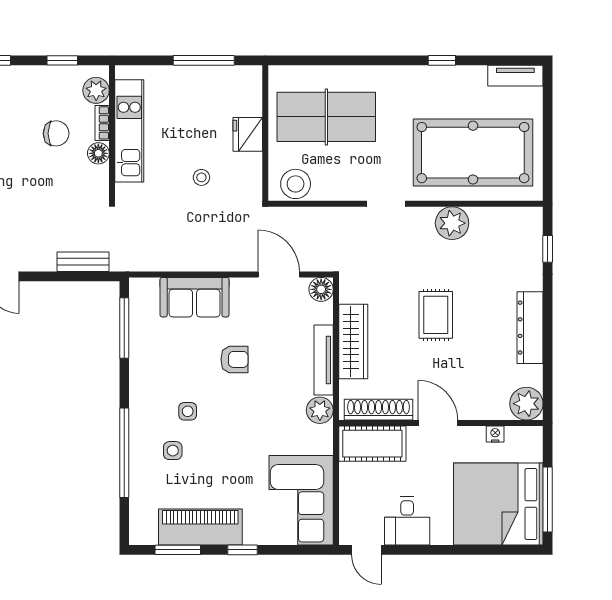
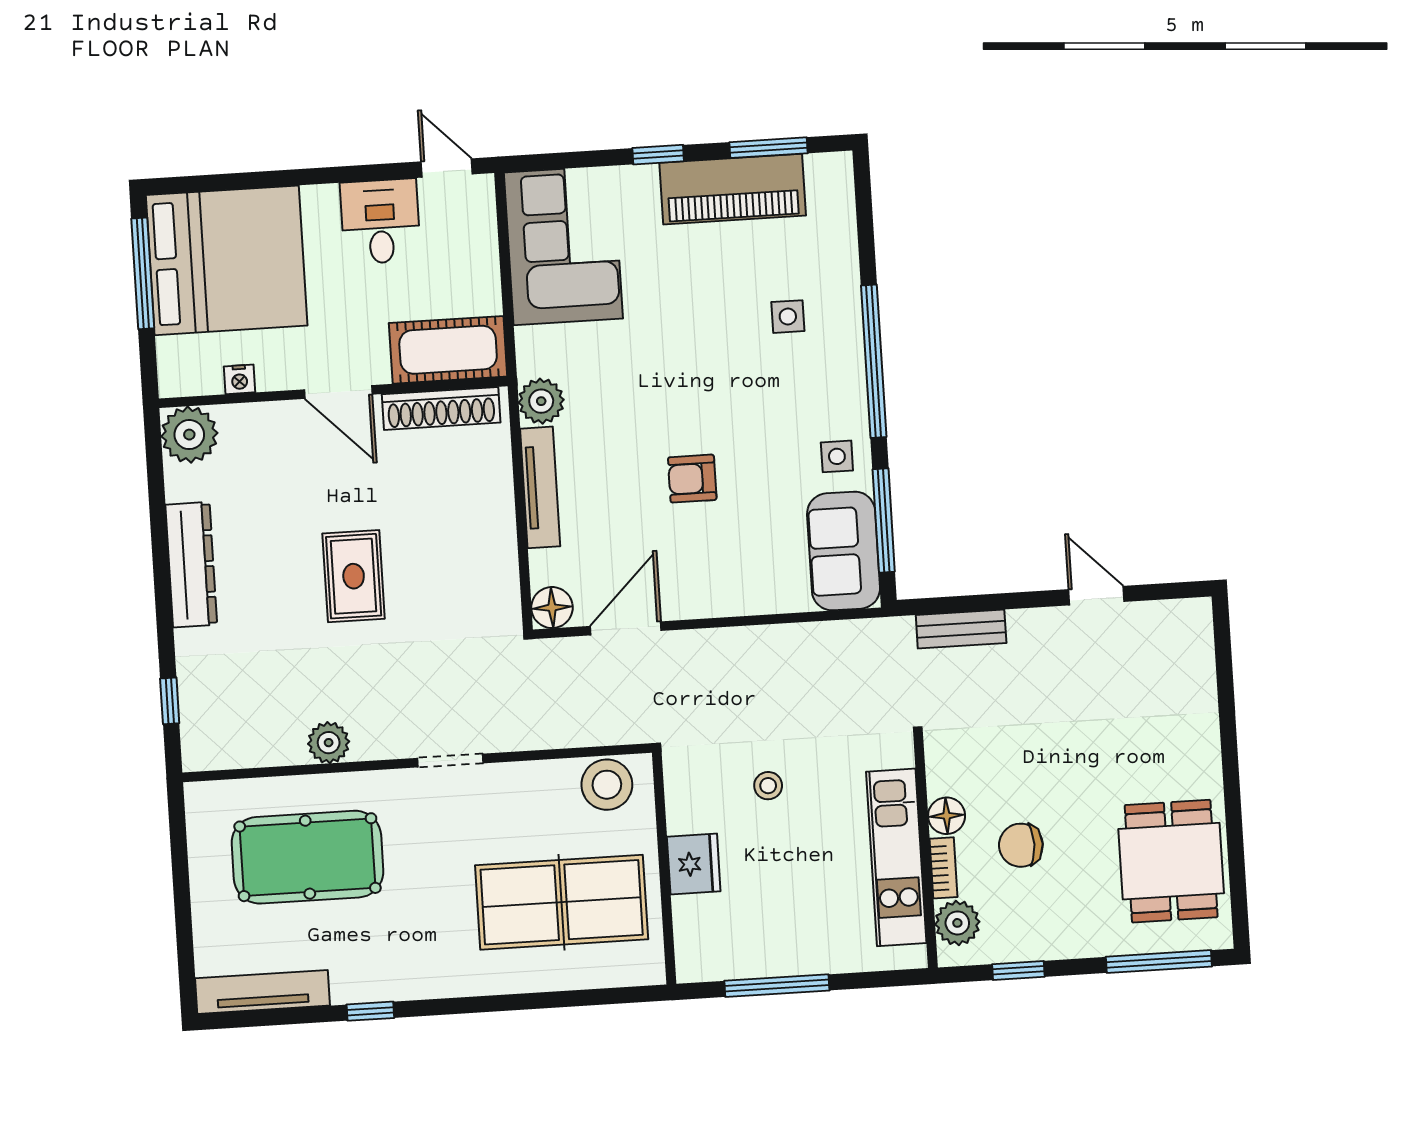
tv unit: (515, 76) -> (263, 992), width x1.41
pool table: (473, 153) -> (308, 857), width x0.73, depth x0.76
plant: (452, 223) -> (329, 743), width x0.73, depth x0.73
door: (279, 274) -> (626, 628), swing flipped
sofa: (195, 297) -> (844, 551), moved, turned -90
wardrobe: (353, 342) -> (492, 522), removed
side table: (188, 411) -> (837, 456), moved
window: (124, 453) -> (874, 361), moved

